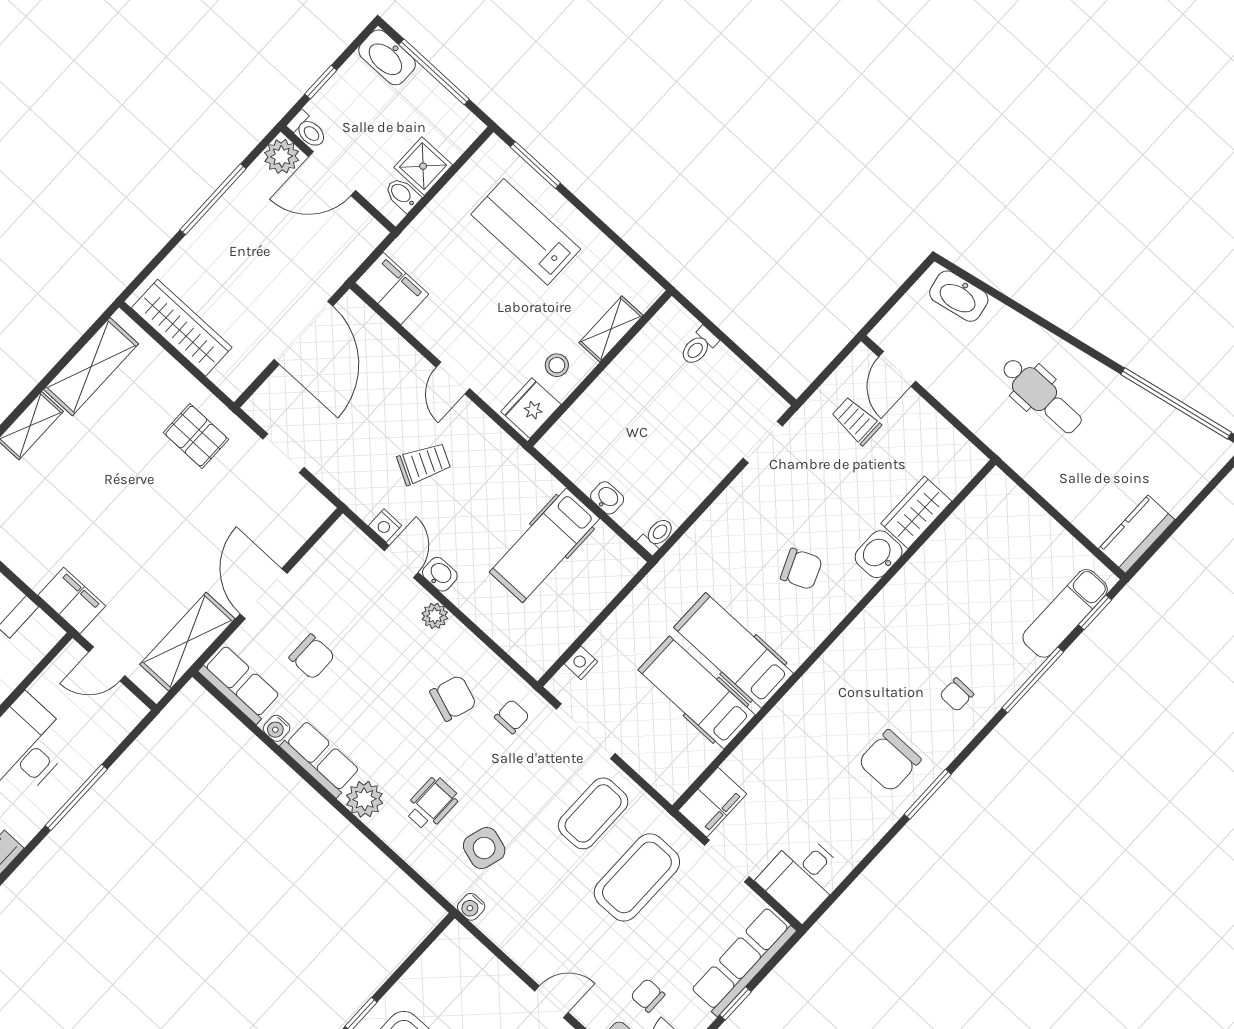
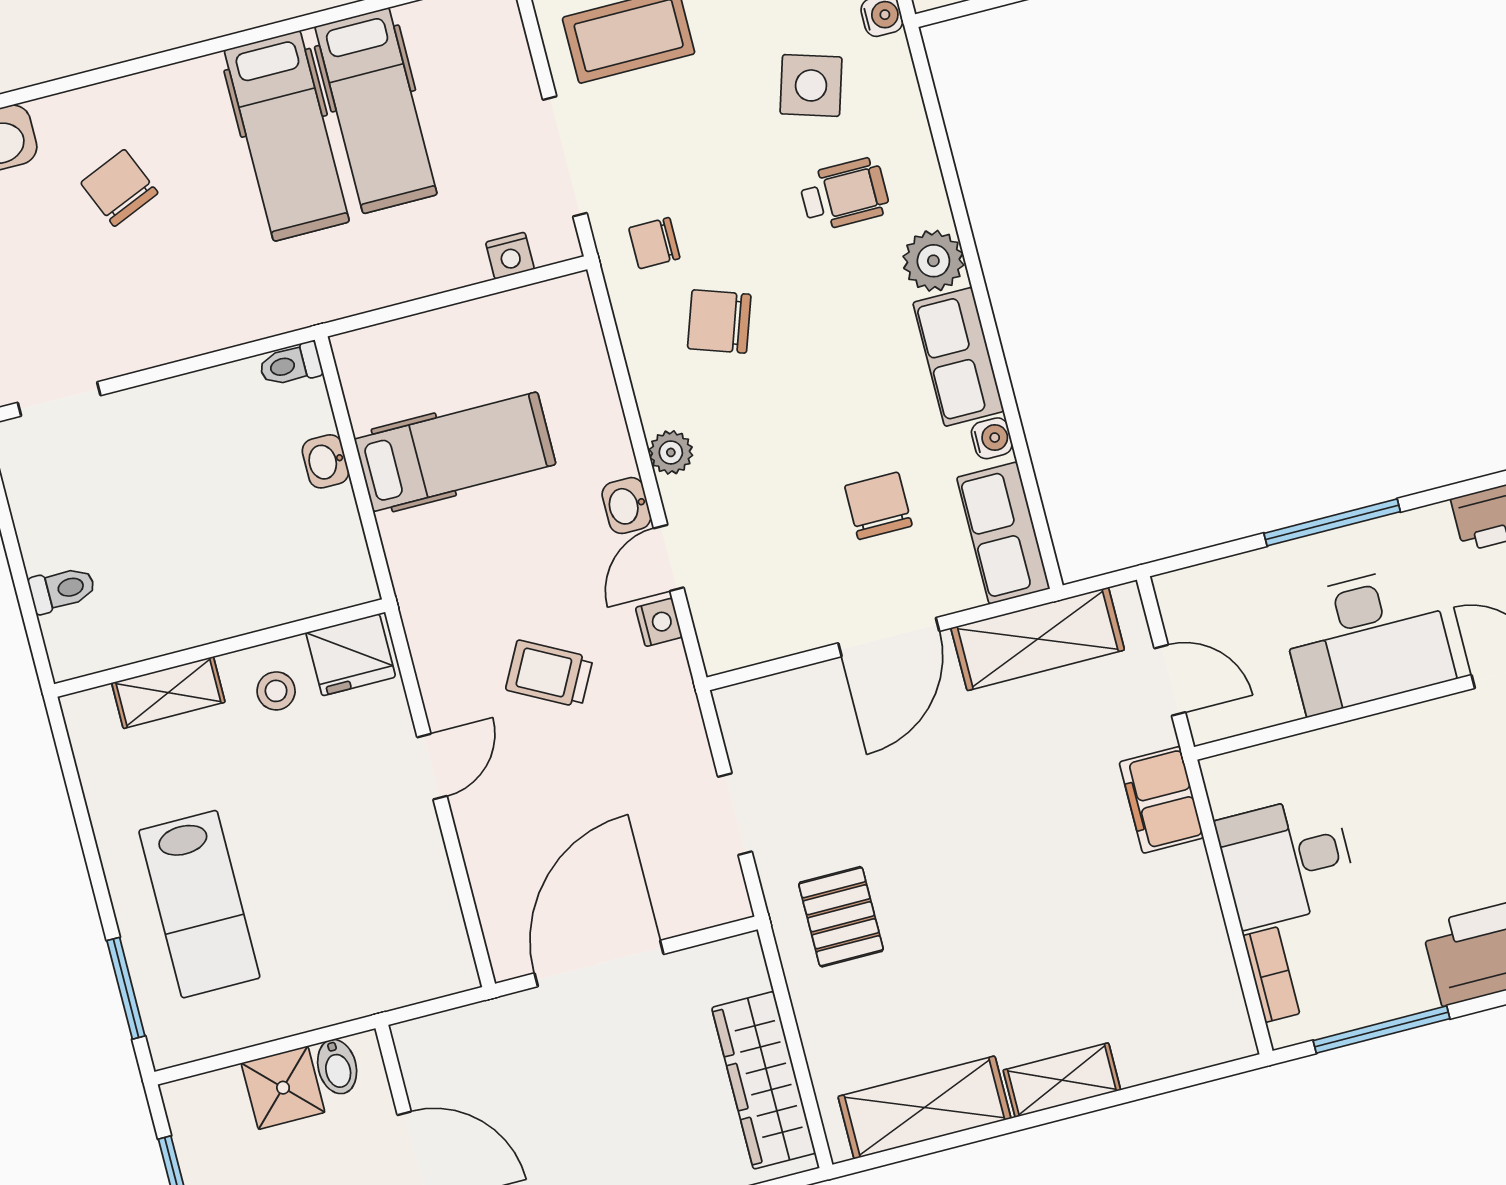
filing cabinet: (392, 288) -> (436, 946), removed
wheelchair: (432, 804) -> (844, 194), turned 180

